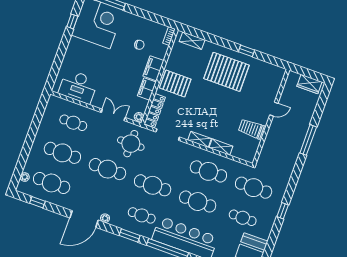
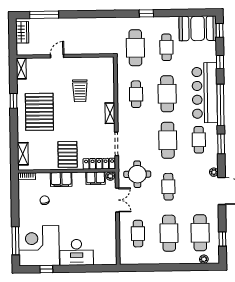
desk: (78, 87) -> (77, 252), moved, turned 90
filing cabinet: (147, 89) -> (96, 178), moved
door: (274, 109) -> (57, 56), hinge flipped
double door: (113, 115) -> (117, 200), swing flipped
trolley: (251, 129) -> (80, 91), moved
window: (308, 140) -> (44, 15), moved
shelving: (221, 147) -> (21, 69), moved
cafe table: (107, 169) -> (168, 187), width x0.73, depth x0.74
cafe table: (208, 171) -> (136, 94), width x0.73, depth x0.74

